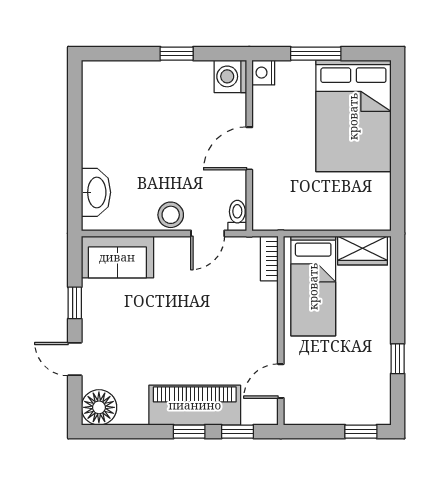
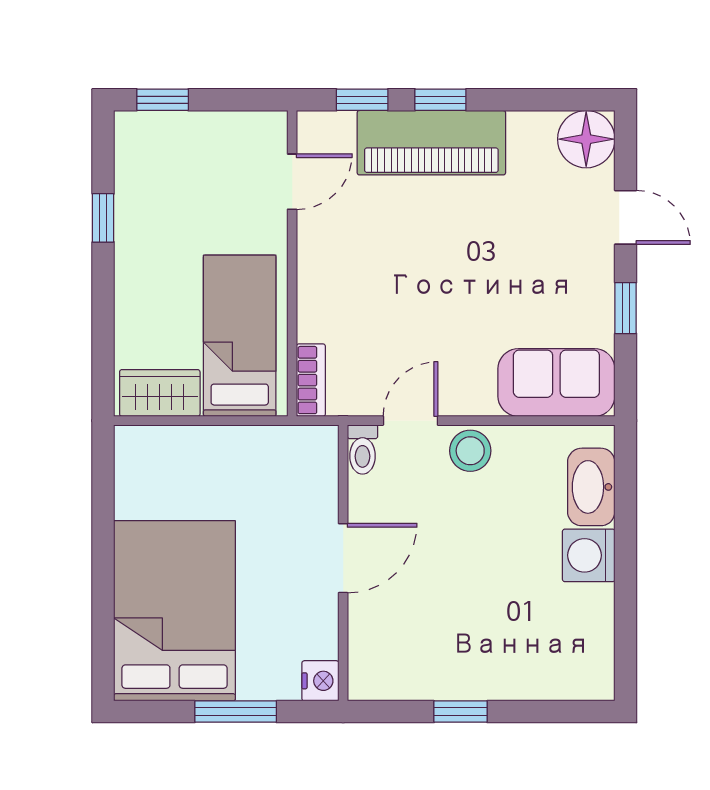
washing machine: (230, 76) -> (589, 555), moved, turned 180

